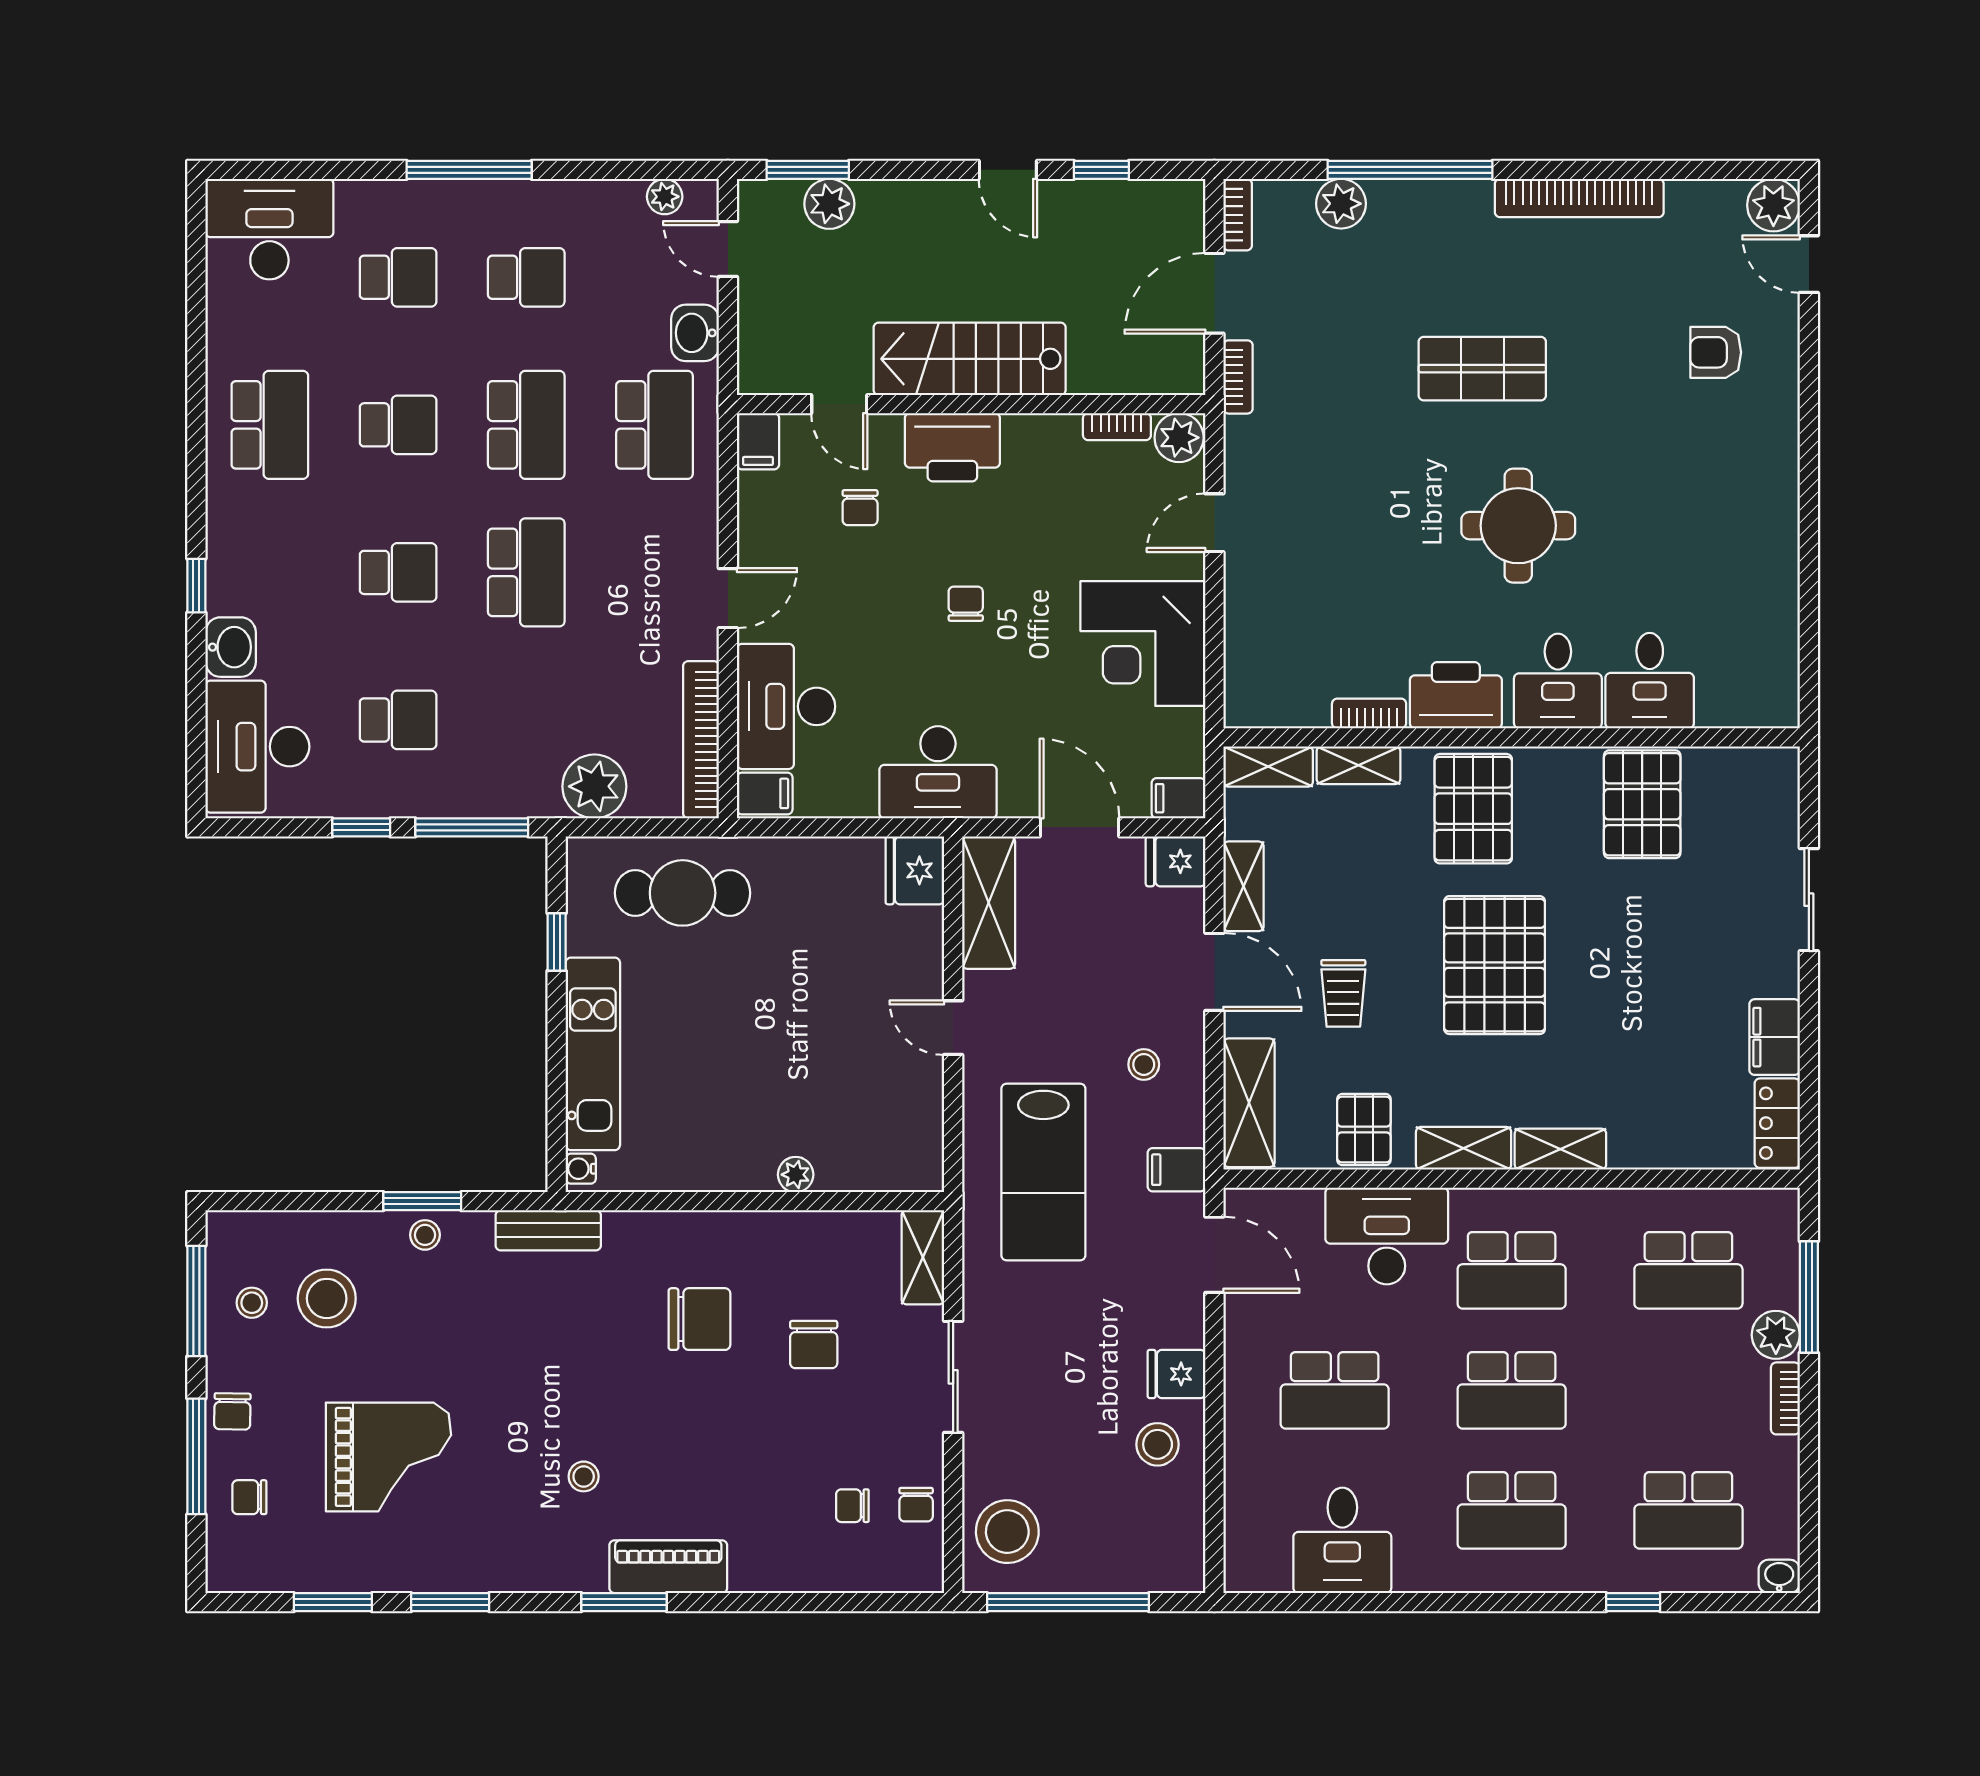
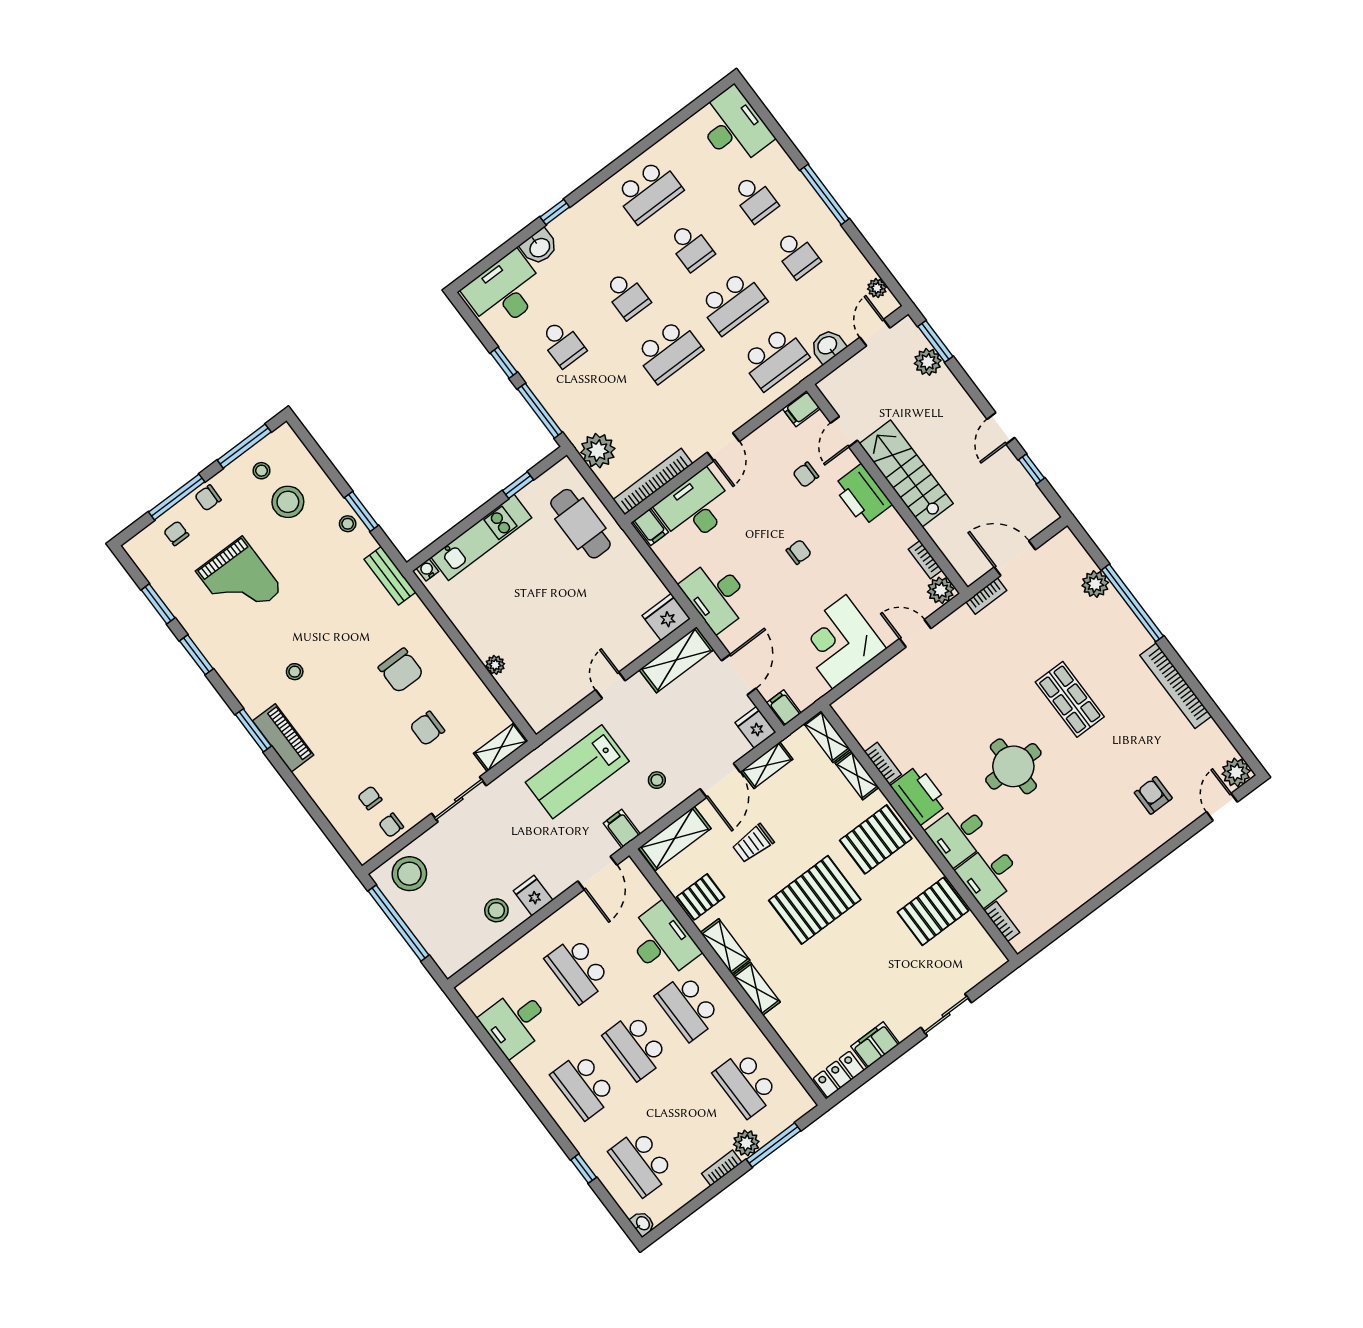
bookcase: (1238, 215) -> (1002, 921), moved, turned -90
door: (728, 598) -> (723, 447), hinge flipped

